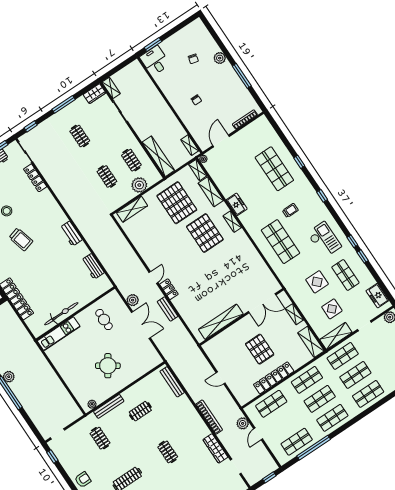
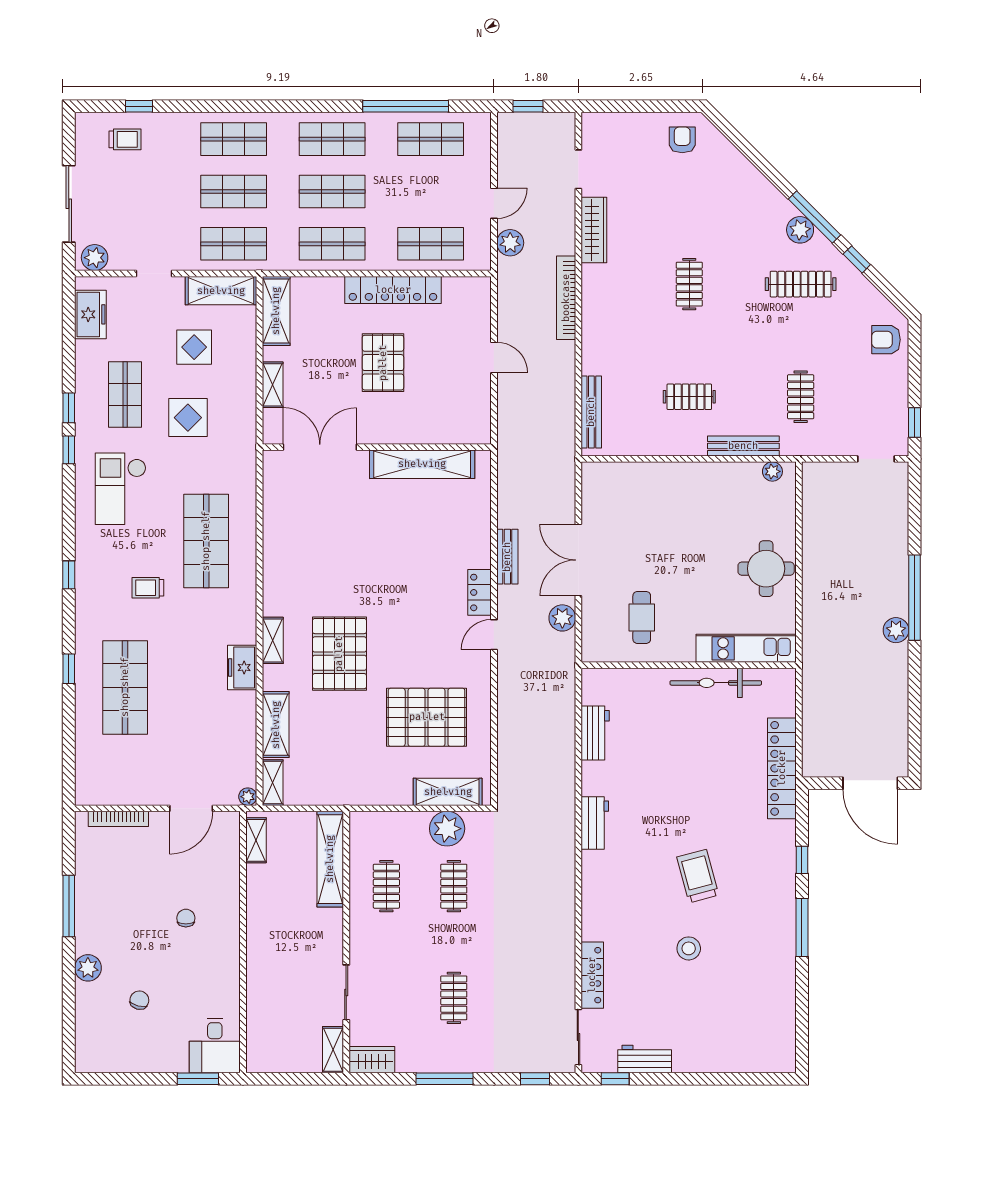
plant: (139, 185) -> (447, 829), moved
pallet: (177, 203) -> (427, 717), moved, turned 90
round table: (108, 366) -> (766, 569), moved, turned -34

